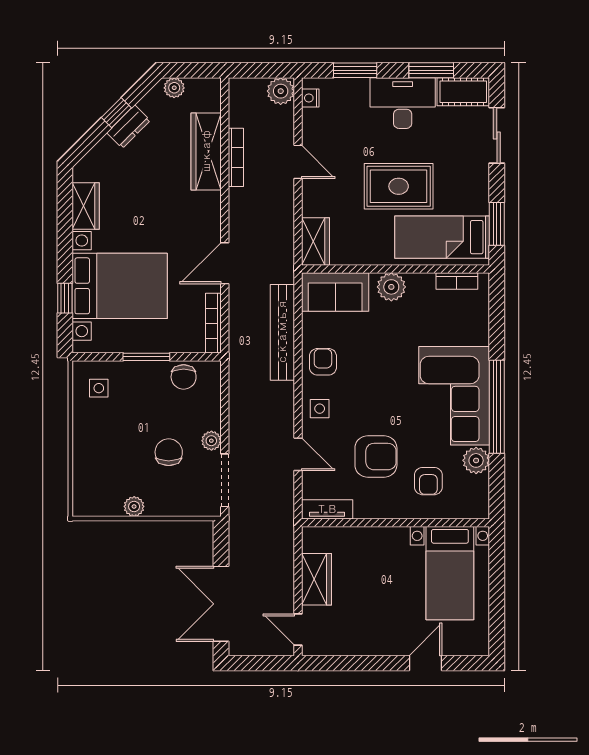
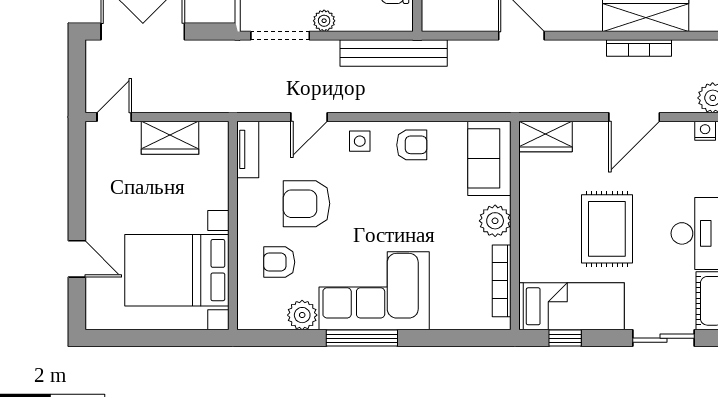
door: (298, 162) -> (634, 117), width x1.37
window: (497, 224) -> (565, 338), width x0.67
bed: (442, 237) -> (572, 306), moved, turned 90
bookcase: (457, 281) -> (502, 281), width x1.56
bookcase: (213, 323) -> (455, 23), removed
bench: (282, 332) -> (394, 53), moved
window: (497, 407) -> (362, 338), width x0.68
armchair: (376, 457) -> (307, 204), turned 90
bed with nightstands: (450, 573) -> (177, 270), width x1.36

